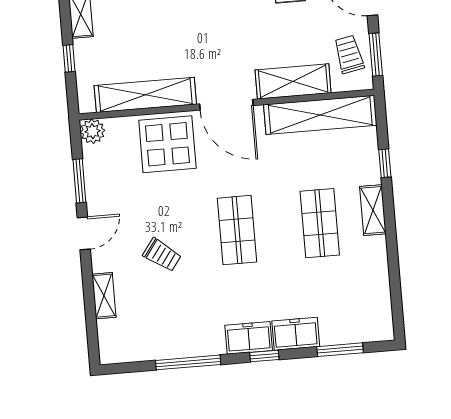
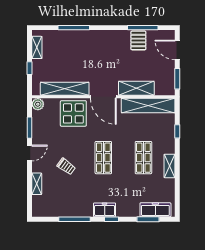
trolley: (349, 54) -> (164, 78), removed
shelving: (373, 210) -> (170, 166), moved
freezer: (296, 334) -> (155, 210), moved, width x1.40

